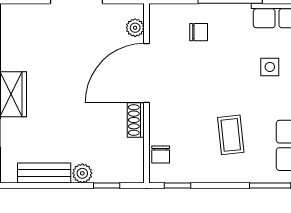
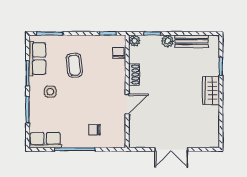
plant: (135, 28) -> (134, 41), moved
side table: (270, 67) -> (50, 92), moved
door: (147, 73) -> (127, 104), width x0.53

